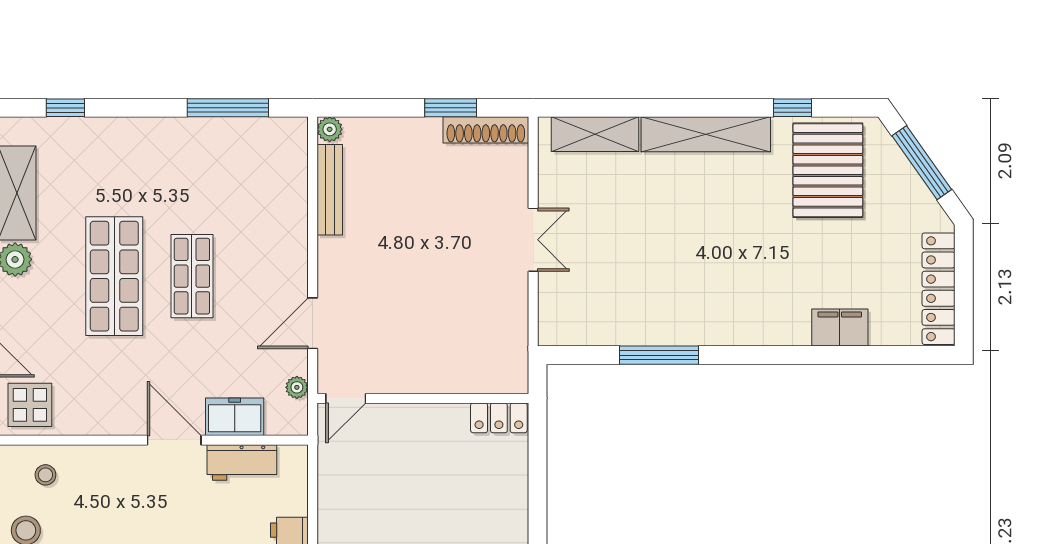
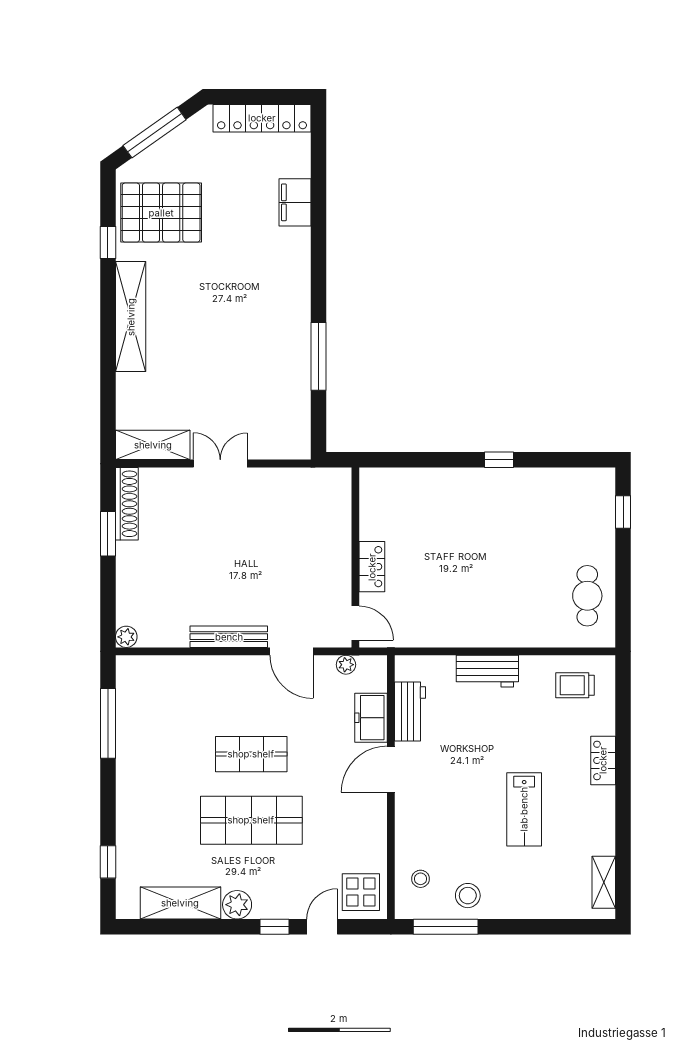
shelving: (595, 134) -> (153, 445), moved, turned 90
bench: (330, 190) -> (229, 637), moved
locker: (499, 418) -> (372, 567), moved

